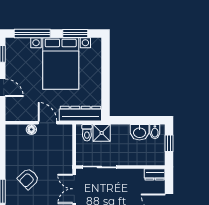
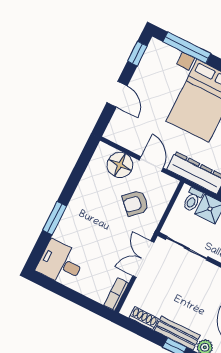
floor lamp: (31, 129) -> (120, 165), width x1.89, depth x1.89
armchair: (28, 179) -> (135, 203), moved

